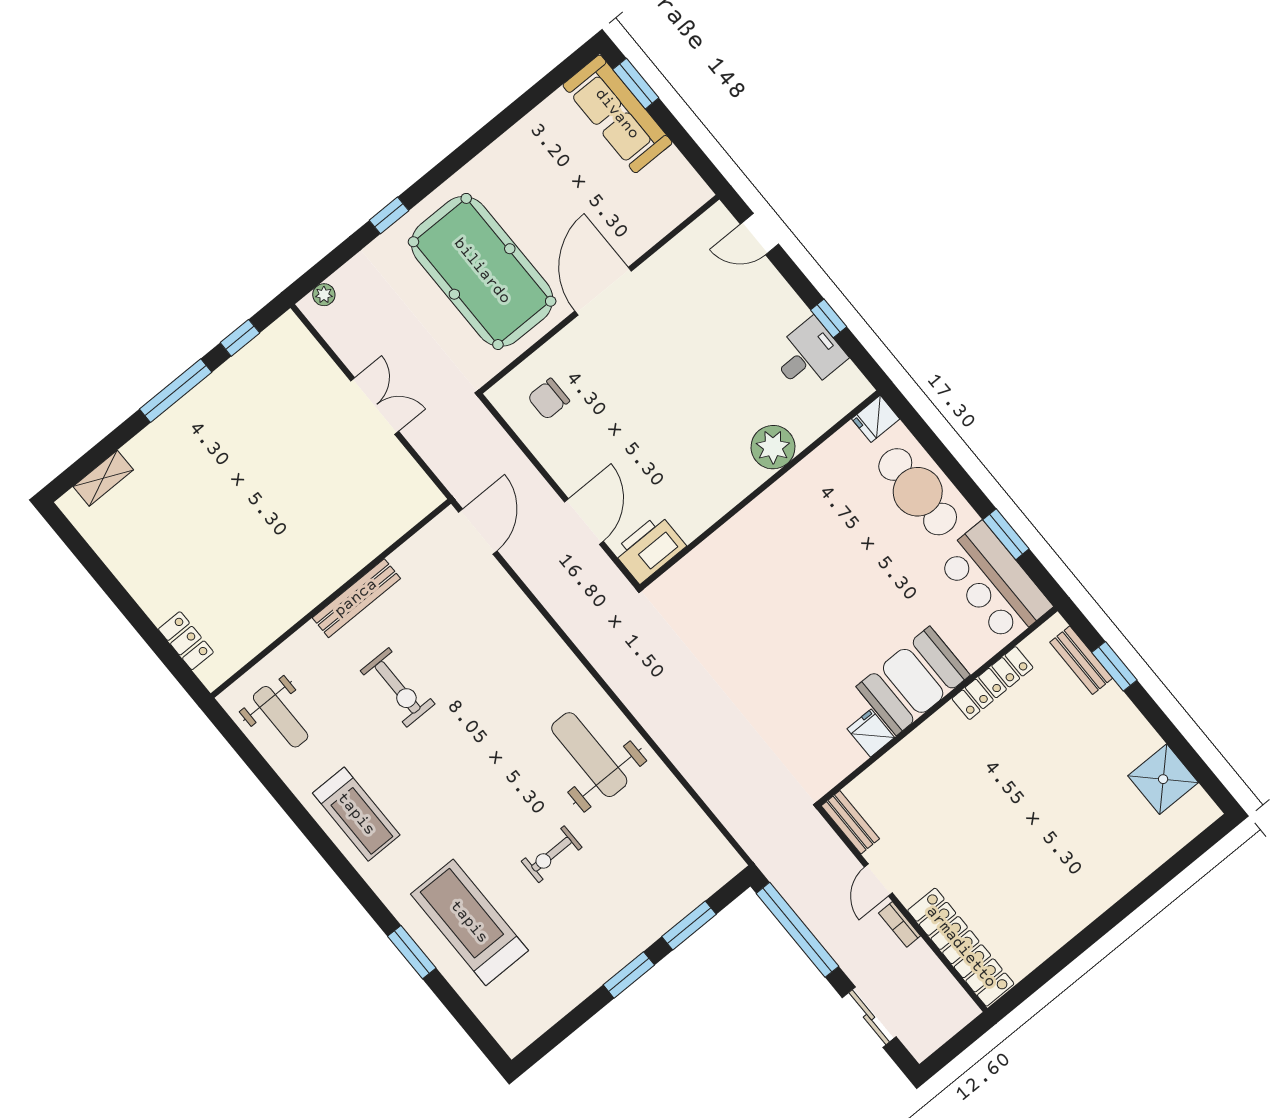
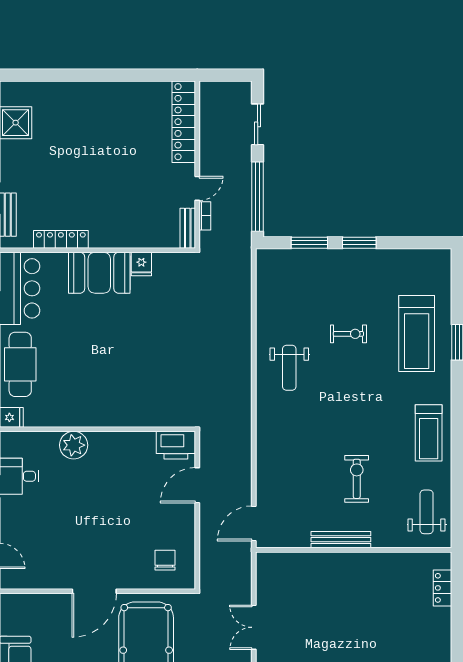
chair: (549, 399) -> (165, 560), turned -90
weight bench: (589, 755) -> (289, 368), width x0.73, depth x0.75
treadmill: (356, 814) -> (429, 433), turned 180
bookcase: (900, 924) -> (205, 216), moved

